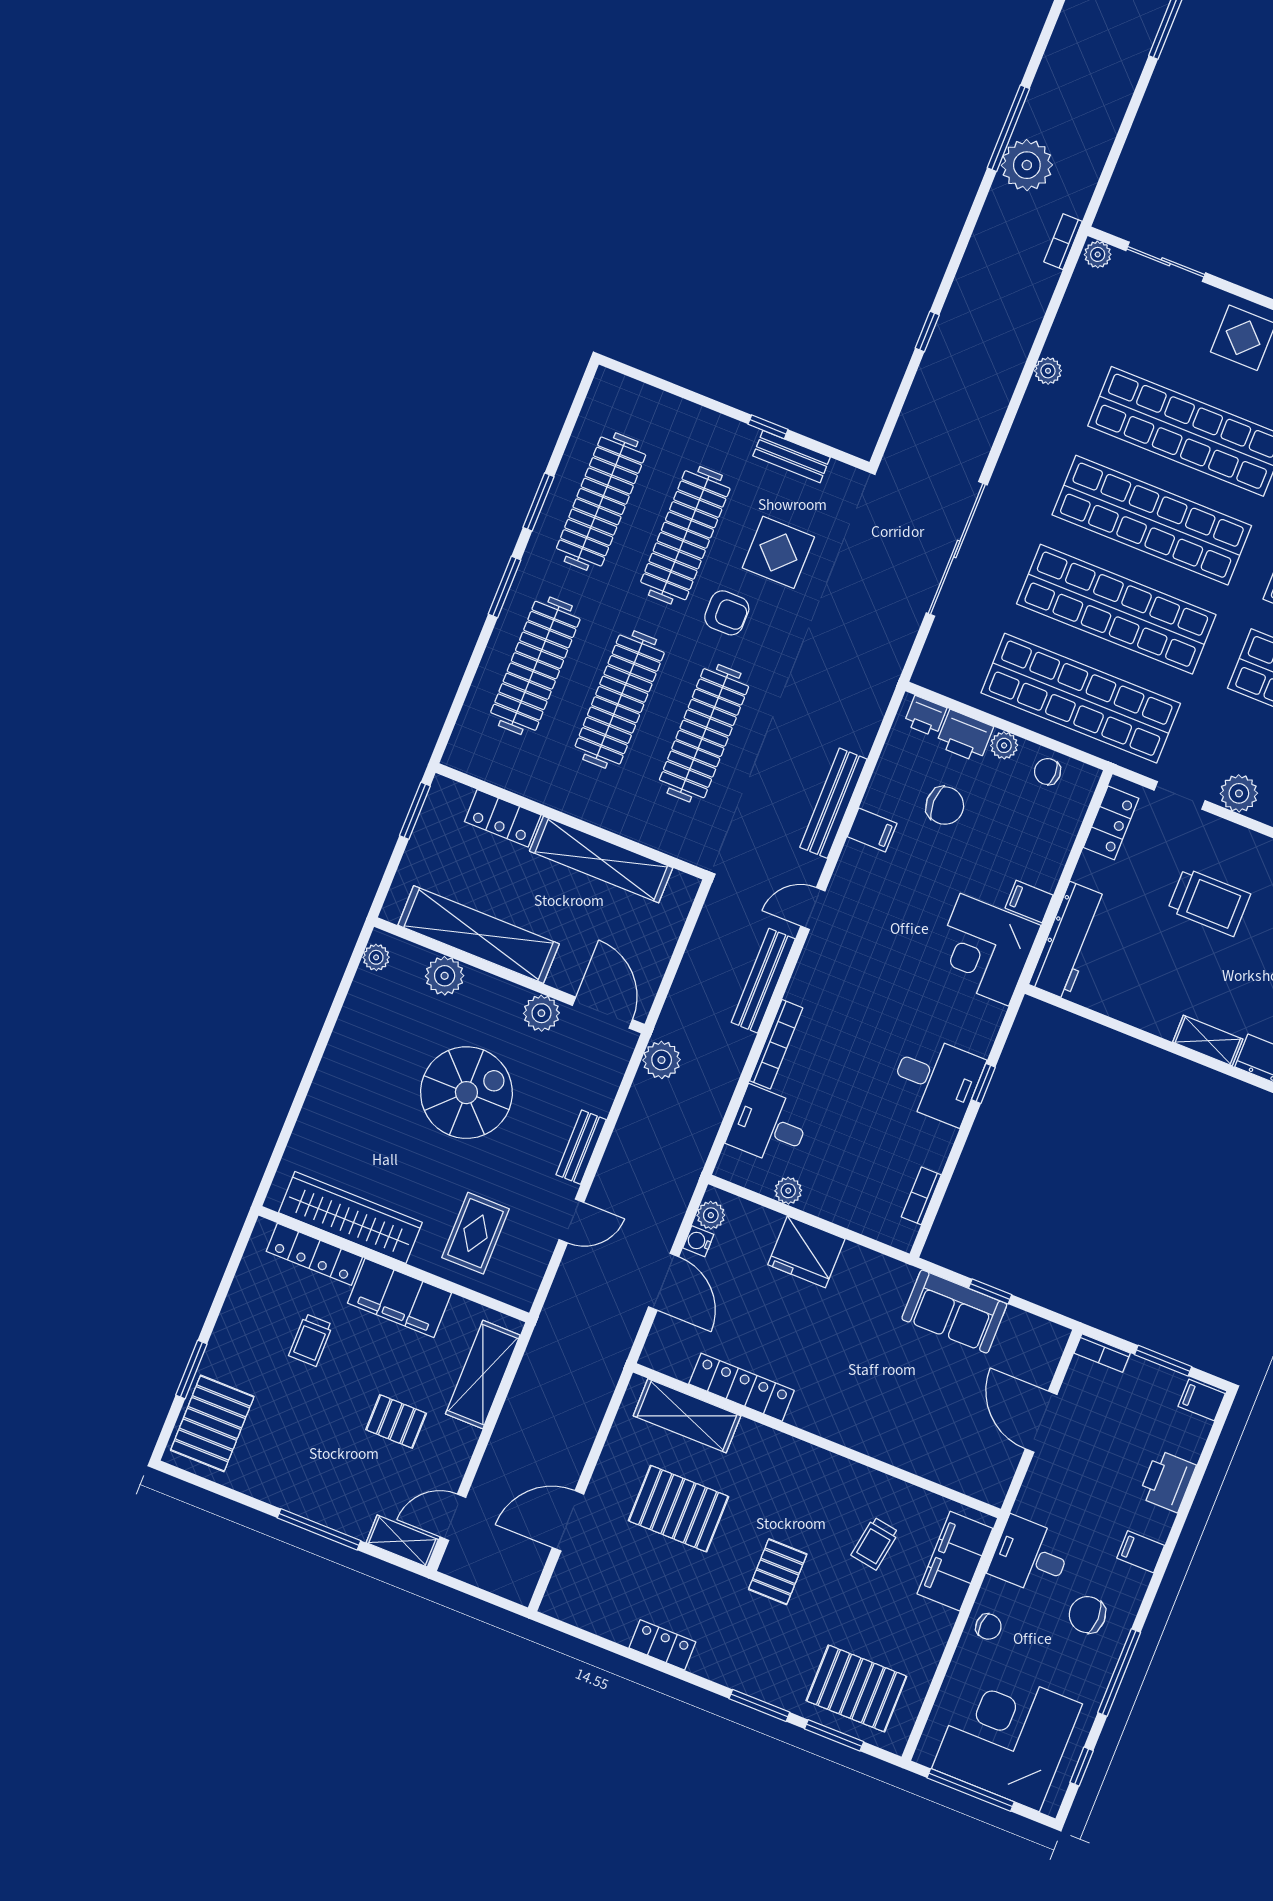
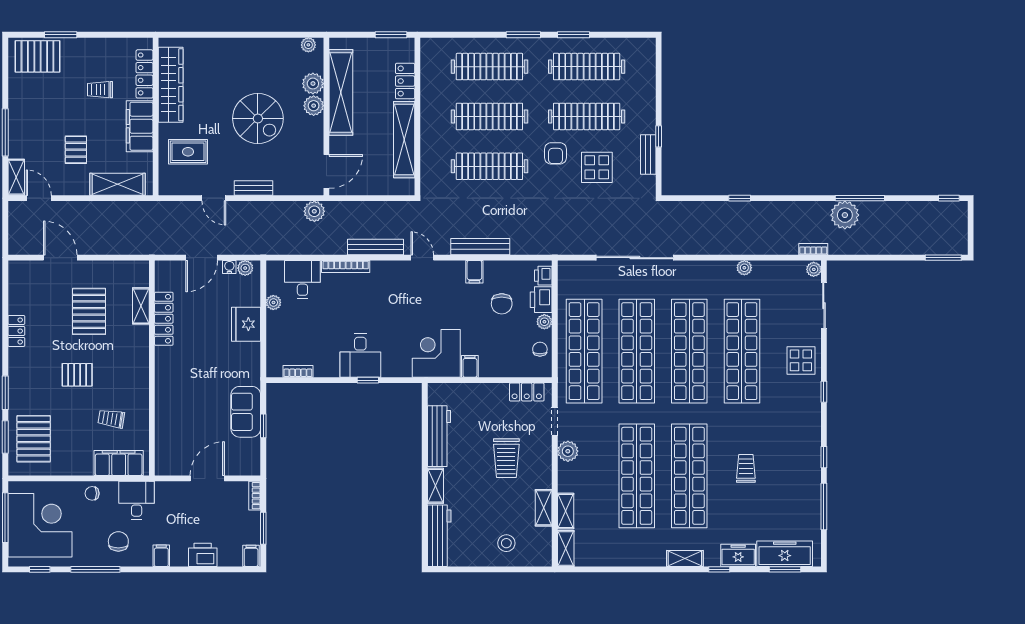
workbench: (1068, 941) -> (439, 436), moved, turned -90
plant: (541, 1013) -> (314, 106), moved
shelving: (687, 1416) -> (141, 306), width x0.67, depth x0.75
chair: (988, 1627) -> (92, 493), turned 86

